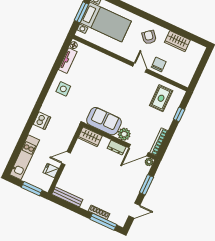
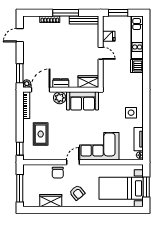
window: (201, 66) -> (20, 188), added
door: (140, 68) -> (73, 162), swing flipped
corner sofa: (108, 71) -> (99, 146), added
rug: (161, 98) -> (41, 134), moved
window: (179, 114) -> (20, 149), moved
dishwasher: (42, 121) -> (137, 66), moved
door: (66, 158) -> (101, 53), hinge flipped
window: (146, 185) -> (20, 73), moved
window: (103, 222) -> (66, 13), moved

